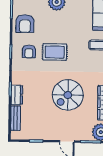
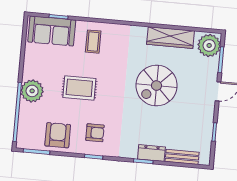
armchair: (25, 24) -> (58, 135), turned -90
rug: (55, 52) -> (79, 88), moved, turned 90
spiral stairs: (68, 95) -> (157, 86), turned 90

